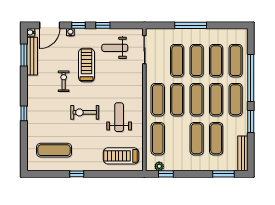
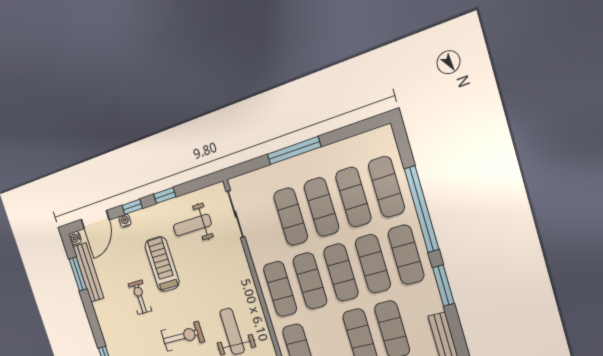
exercise bike: (85, 112) -> (183, 336), turned 180

